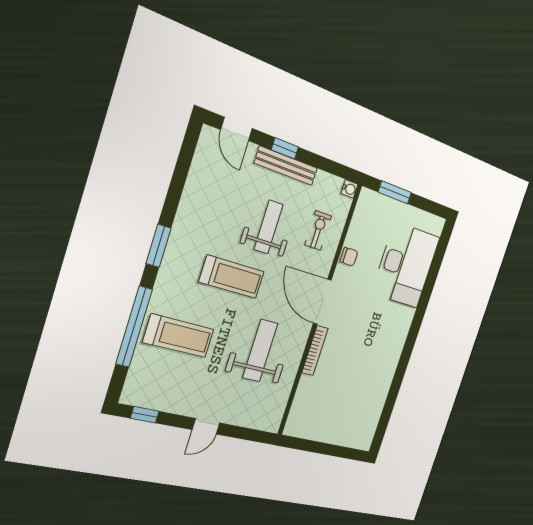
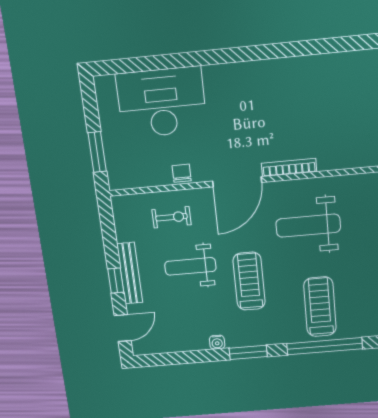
water cooler: (349, 189) -> (217, 342), moved, turned 180
exercise bike: (318, 230) -> (172, 217), turned 180

